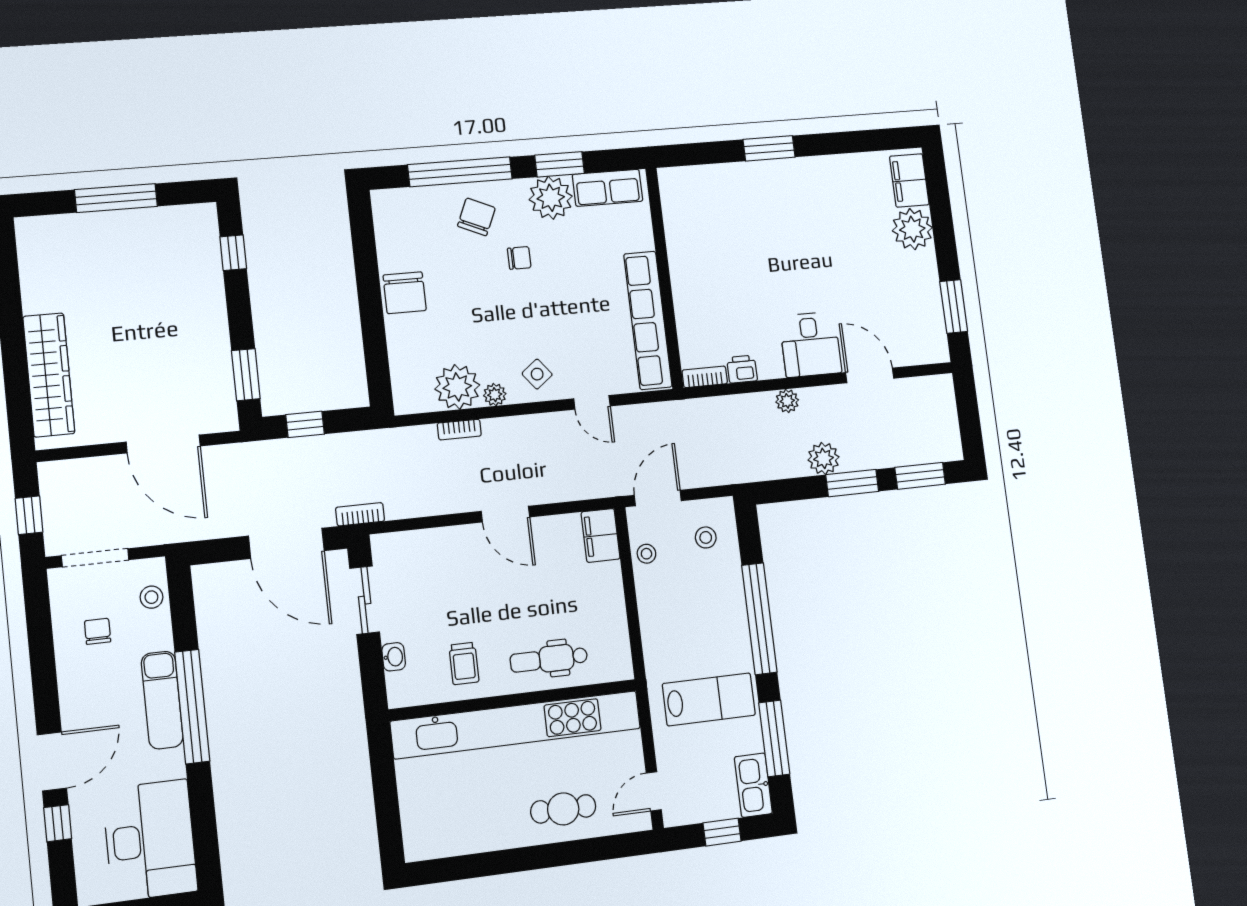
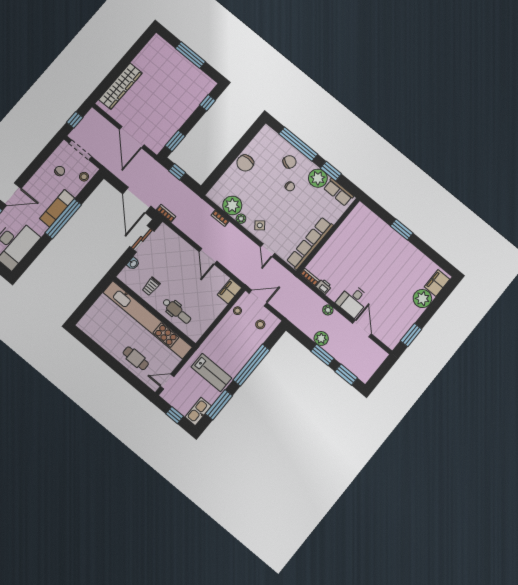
dental chair: (549, 659) -> (177, 311), turned 180

